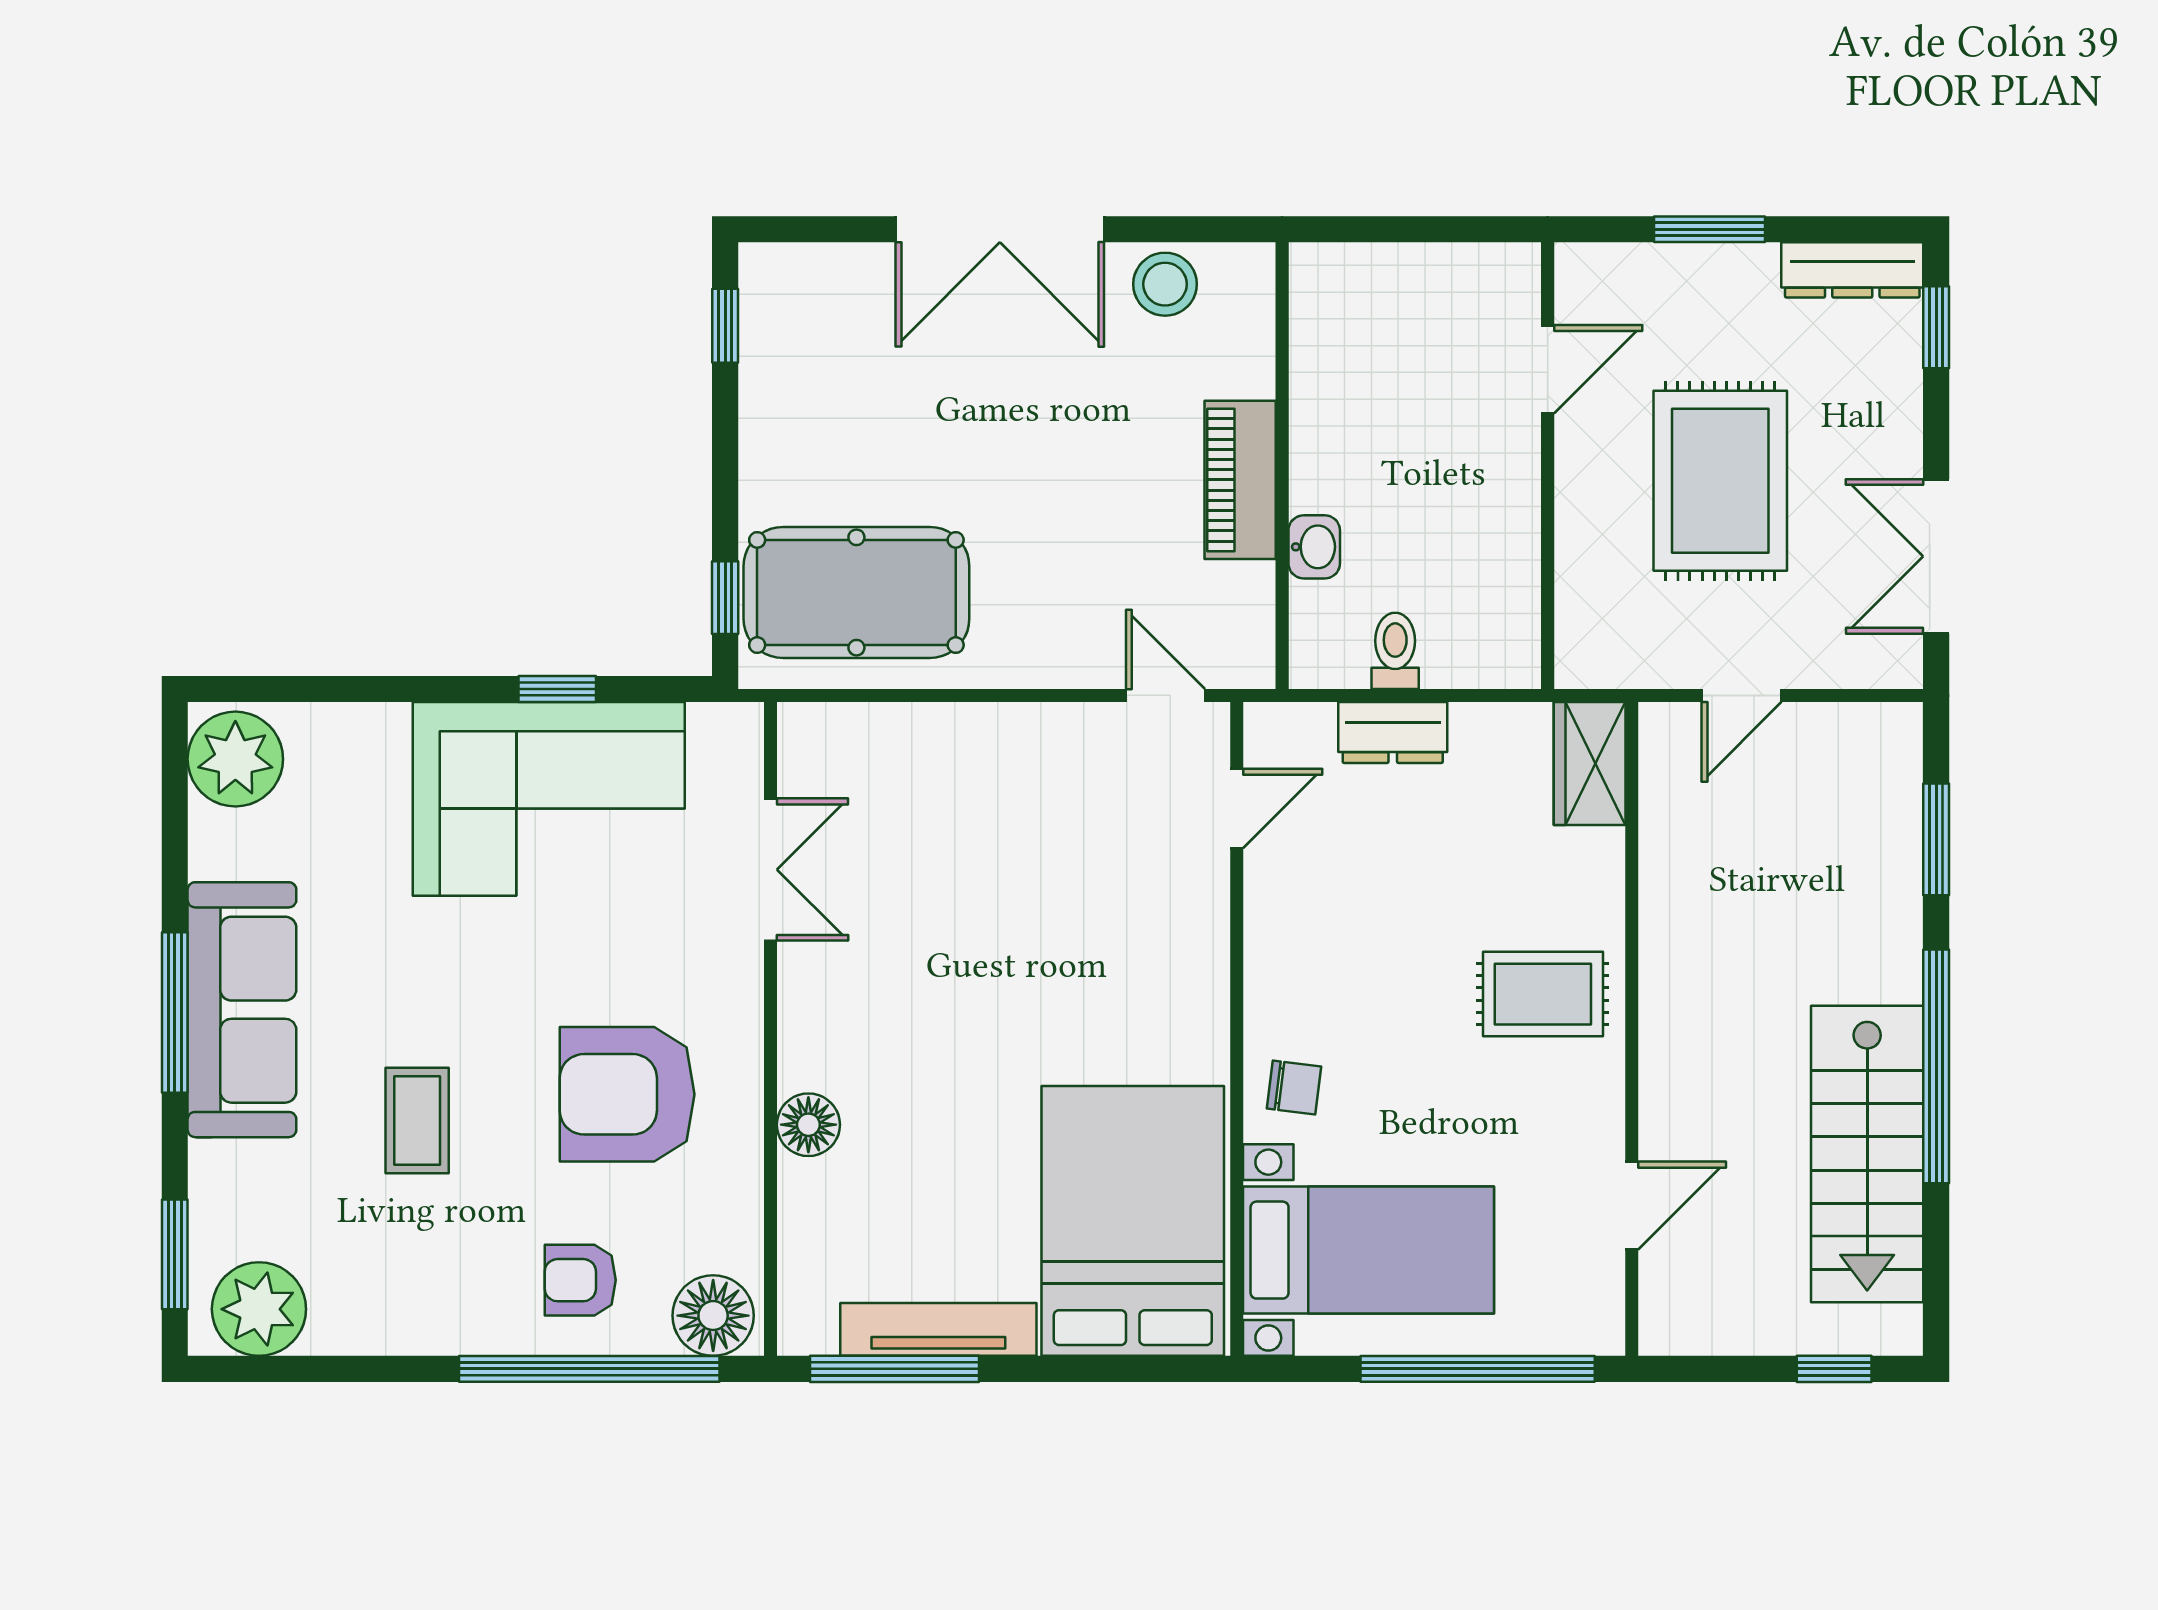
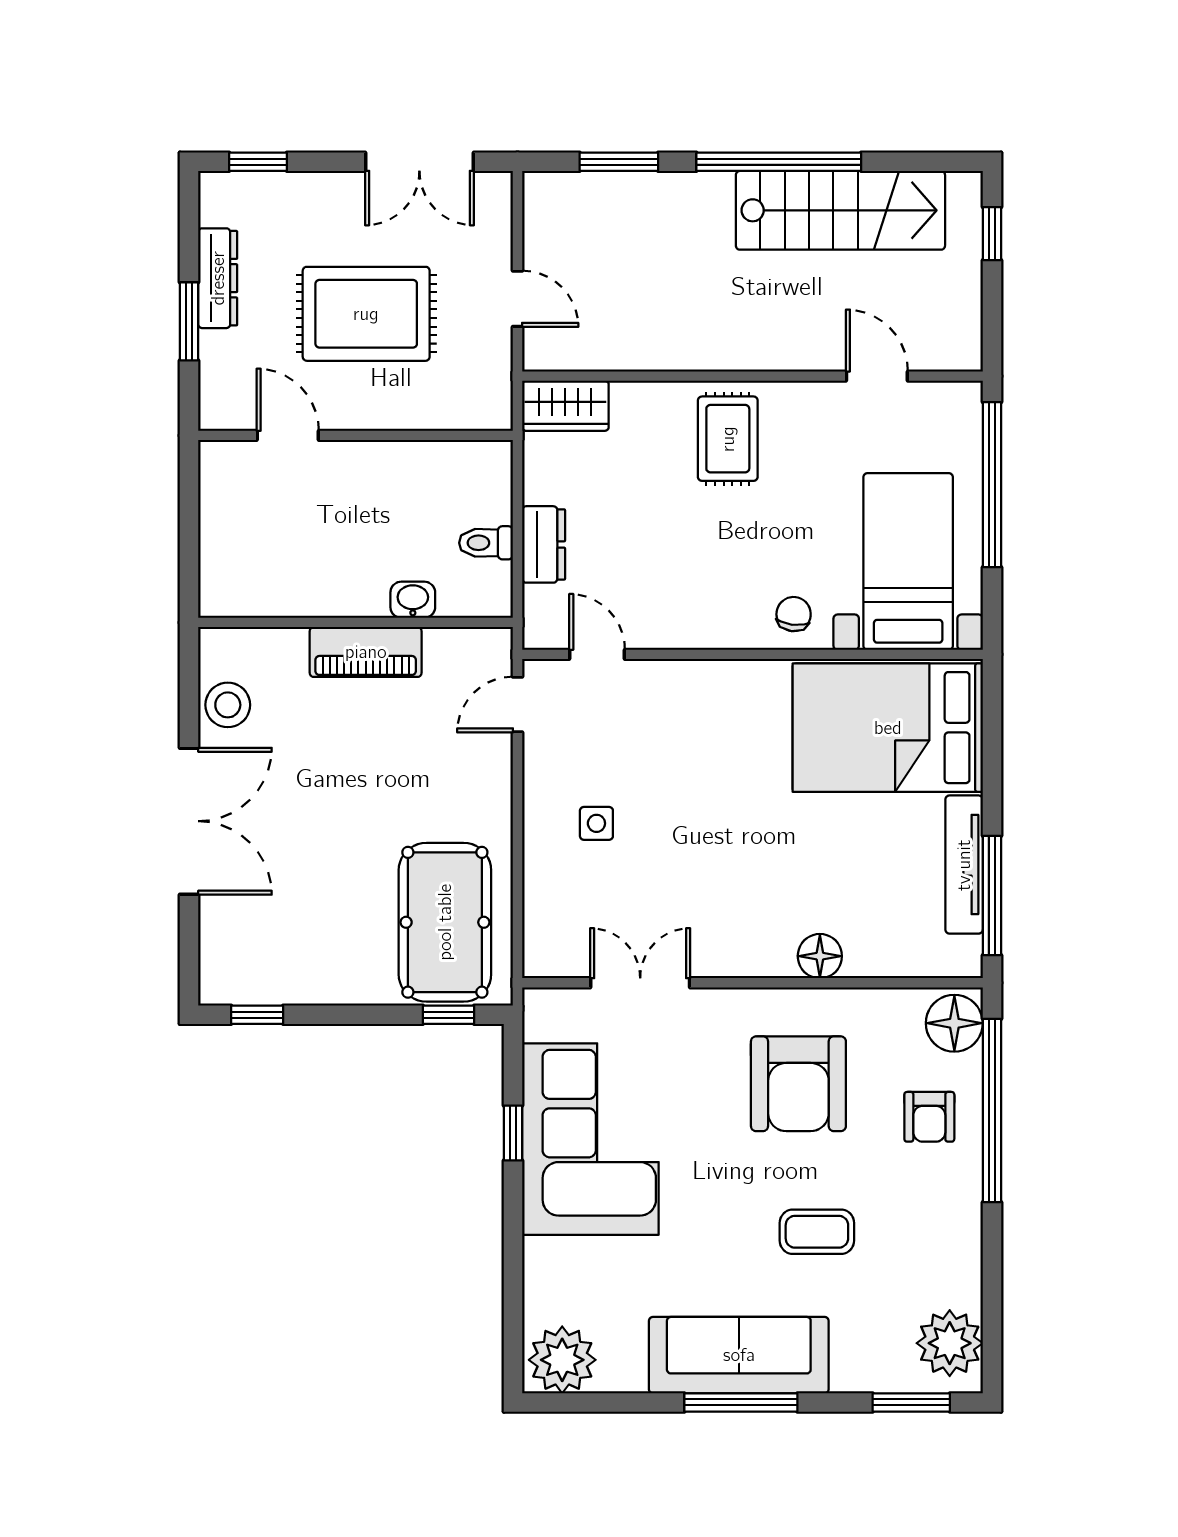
dresser: (1852, 270) -> (218, 278), moved
side table: (997, 808) -> (596, 823), added

